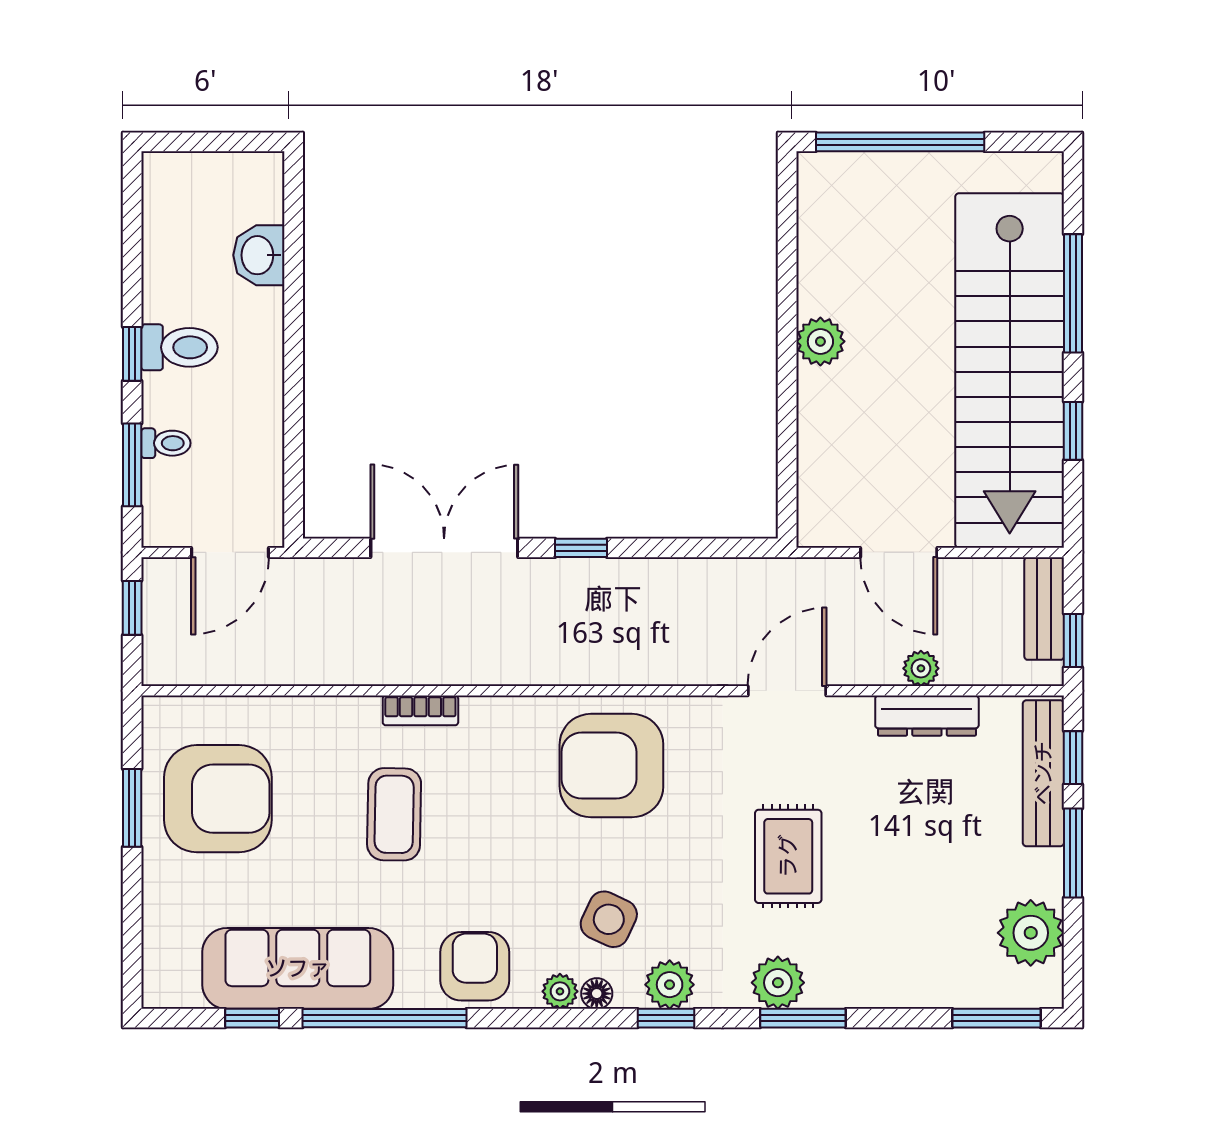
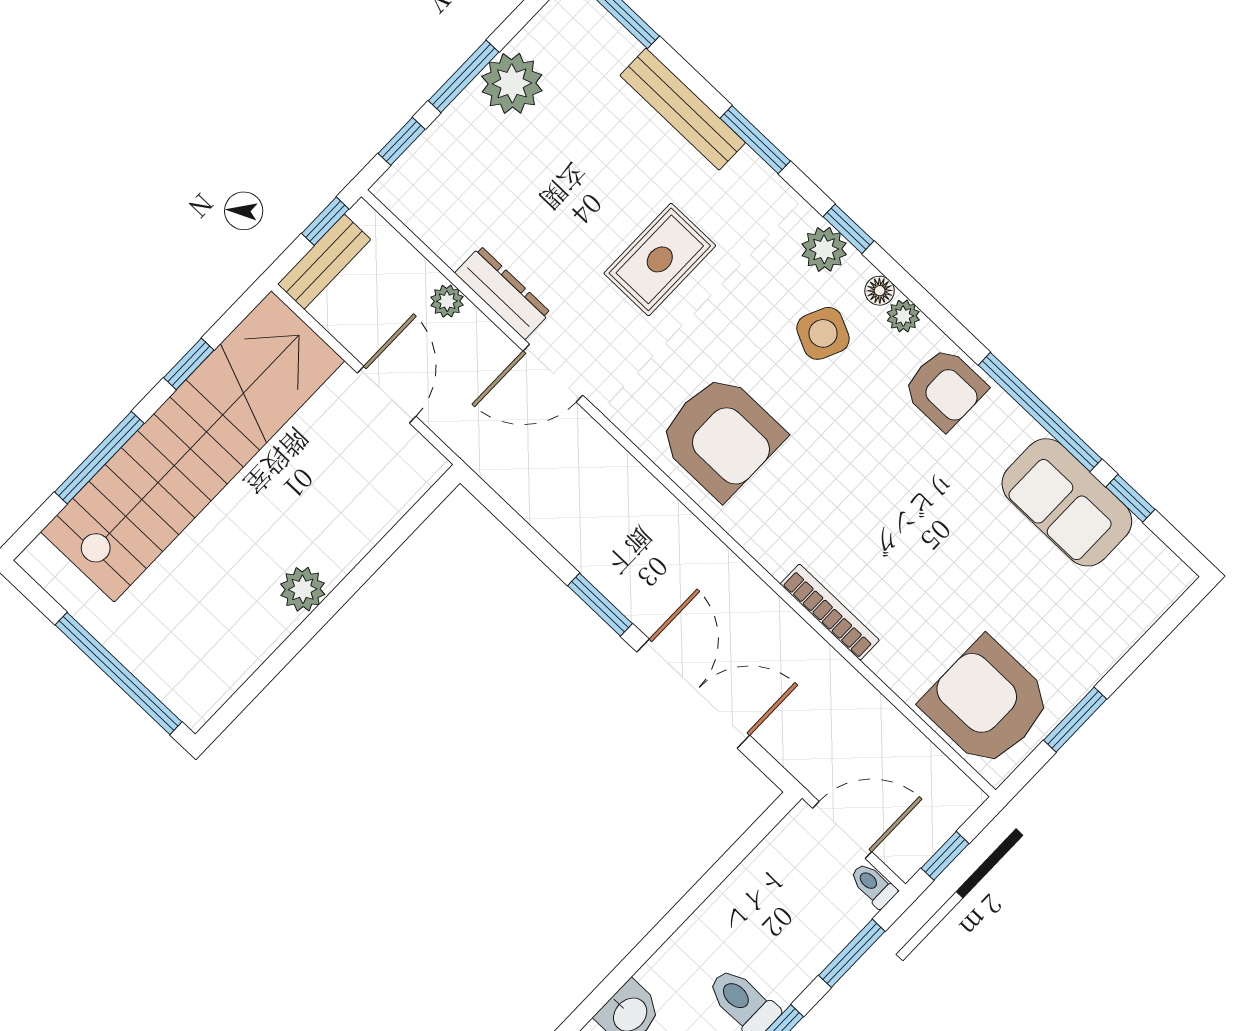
toilet: (166, 443) -> (873, 885), moved
double door: (444, 548) -> (693, 694), swing flipped
window: (581, 548) -> (600, 605), width x1.50
bookcase: (420, 710) -> (830, 612), width x1.56
dresser: (927, 716) -> (503, 293), moved
bench: (1043, 773) -> (683, 109), moved, turned 90
armchair: (218, 799) -> (987, 703), moved
coffee table: (394, 814) -> (901, 545), removed
plant: (1031, 933) -> (512, 83), moved
armchair: (475, 966) -> (945, 389), turned -90
sofa: (298, 968) -> (1067, 502), width x0.73
plant: (778, 983) -> (749, 180), removed

